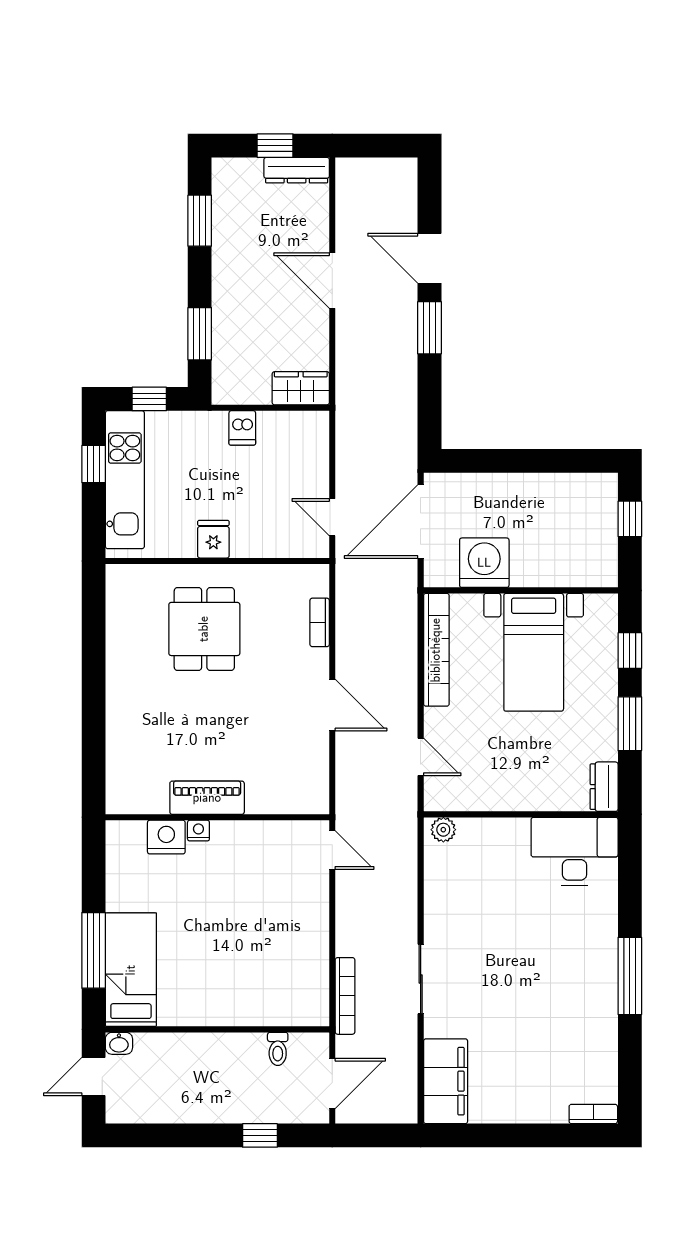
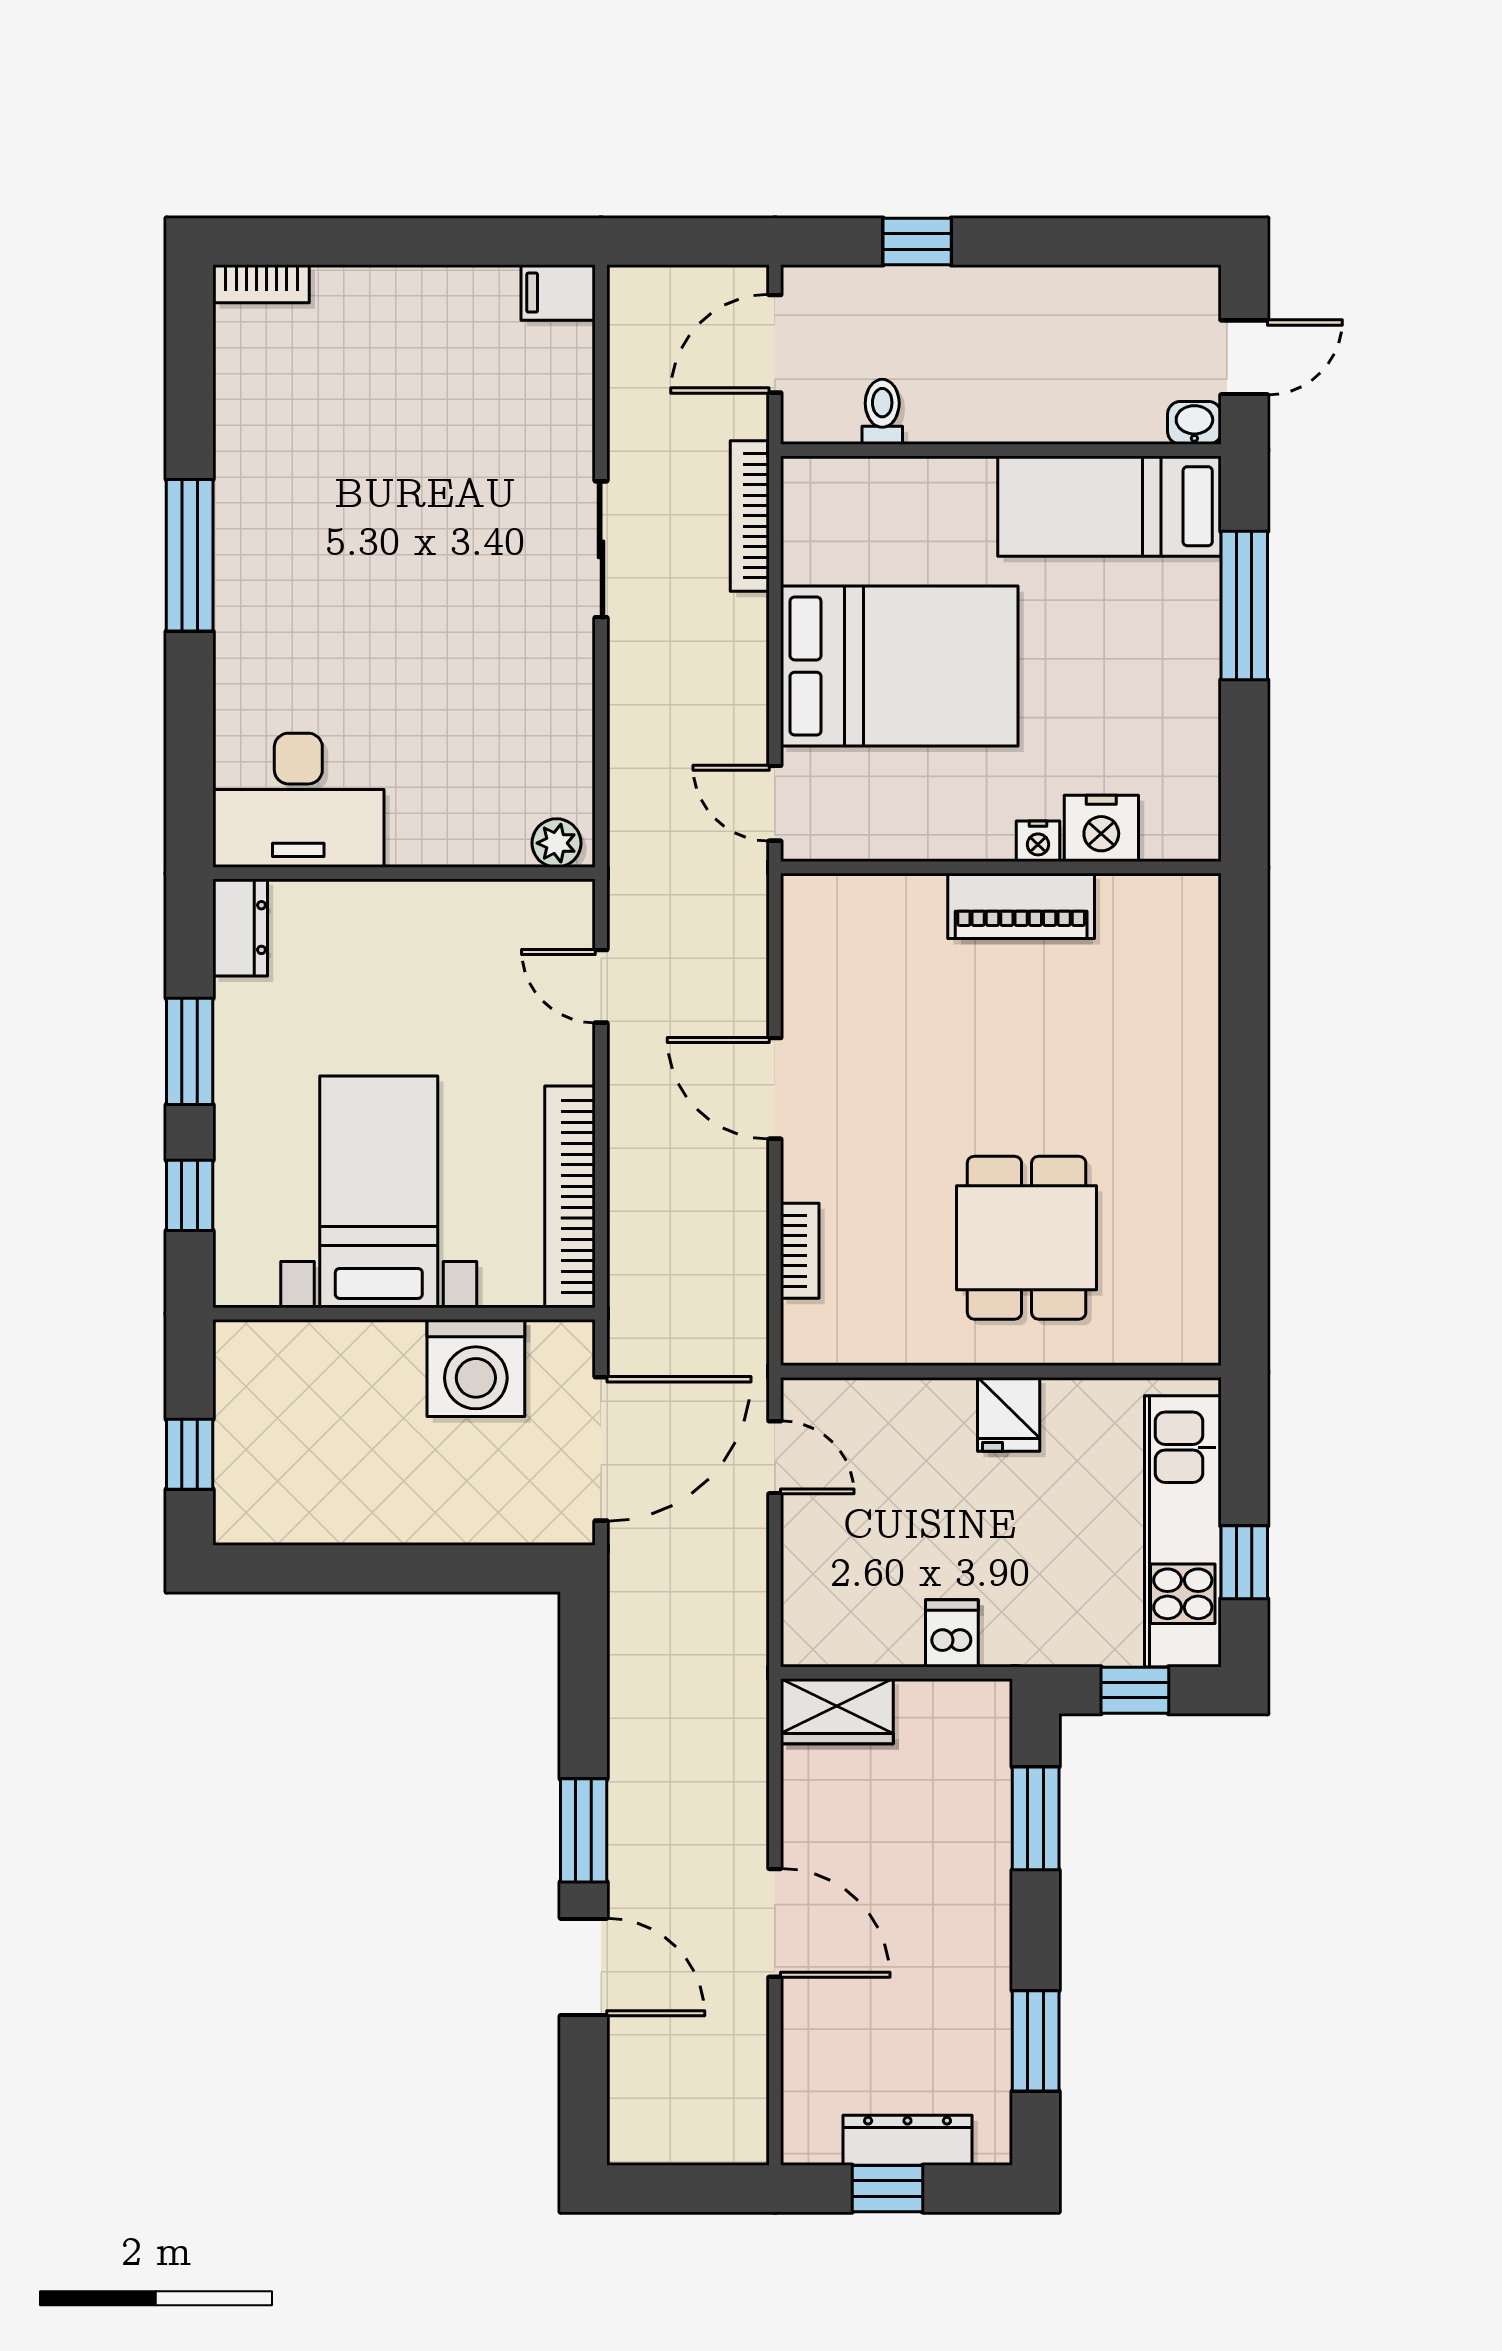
dresser: (297, 170) -> (907, 2140), moved
bed: (269, 920) -> (899, 666), added
bed: (131, 970) -> (1109, 506), moved, turned 90
filing cabinet: (446, 1081) -> (558, 293), width x0.33, depth x0.86

